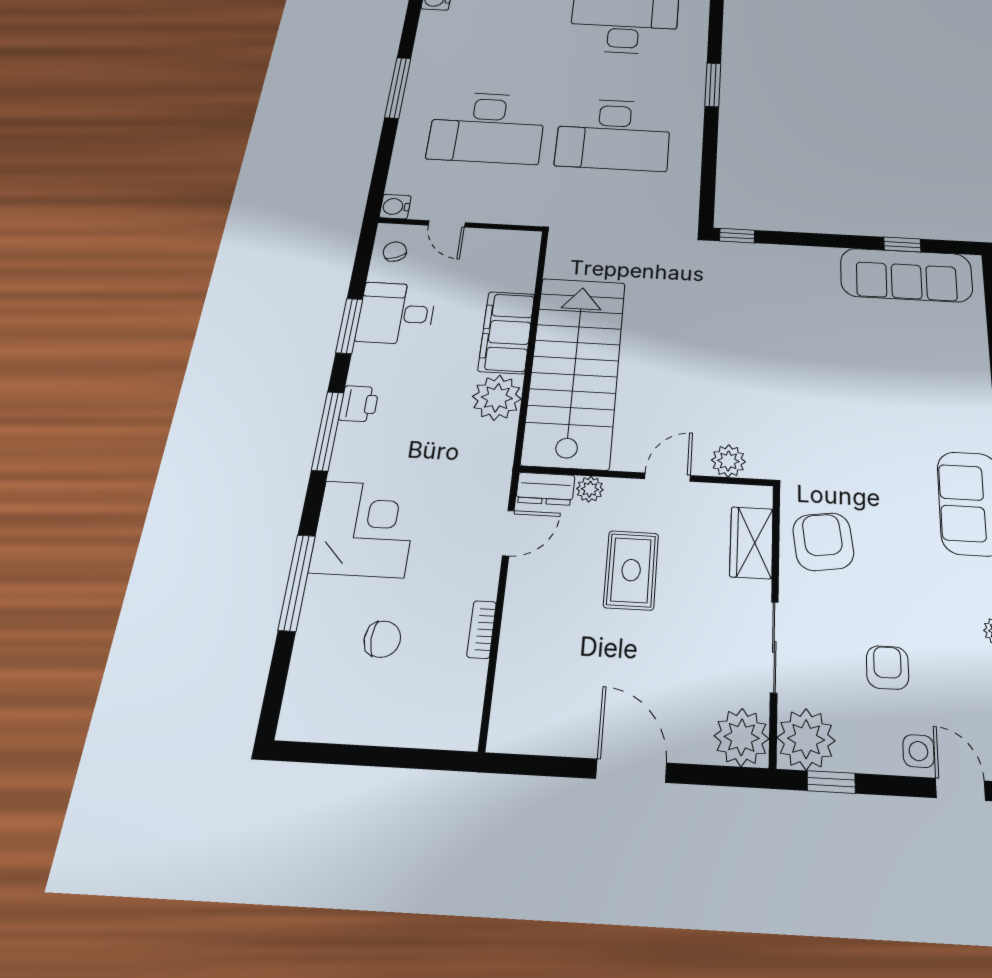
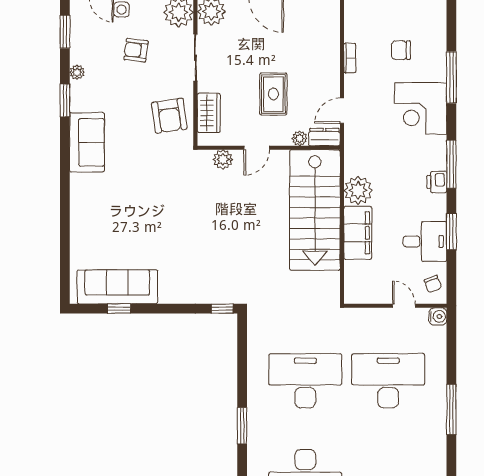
armchair: (887, 668) -> (136, 50), turned 97

